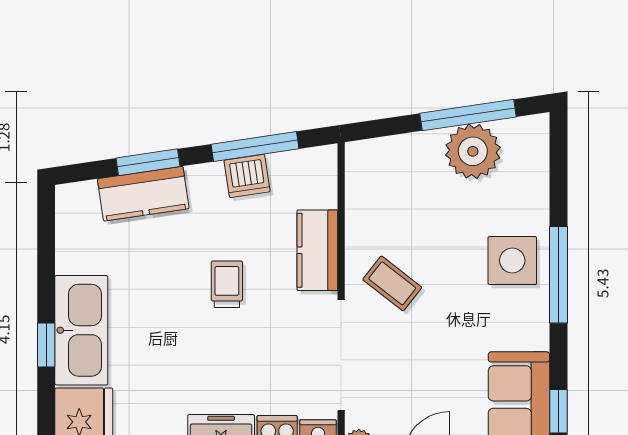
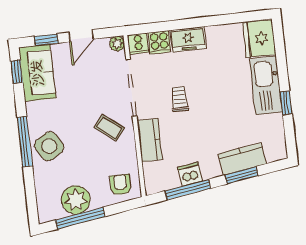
armchair: (383, 171) -> (120, 185), added
side table: (512, 261) -> (49, 146), turned -31
trolley: (227, 284) -> (179, 99), moved, turned 180
window: (46, 345) -> (286, 103), moved

